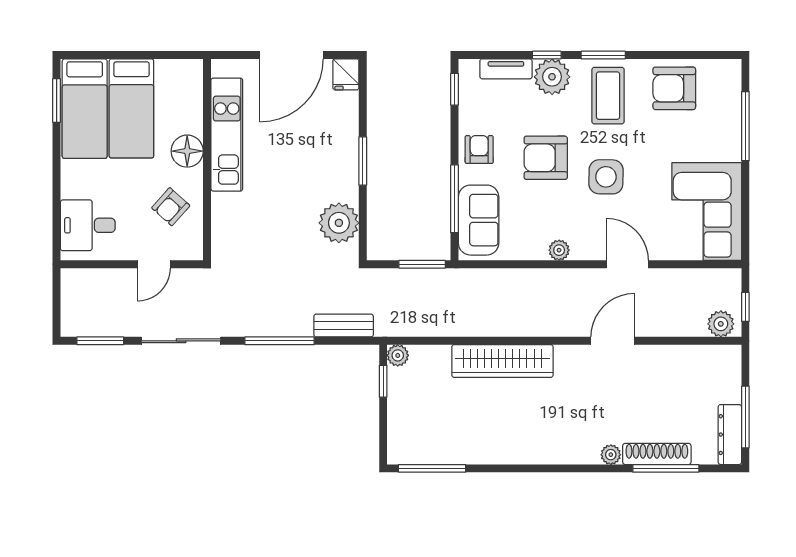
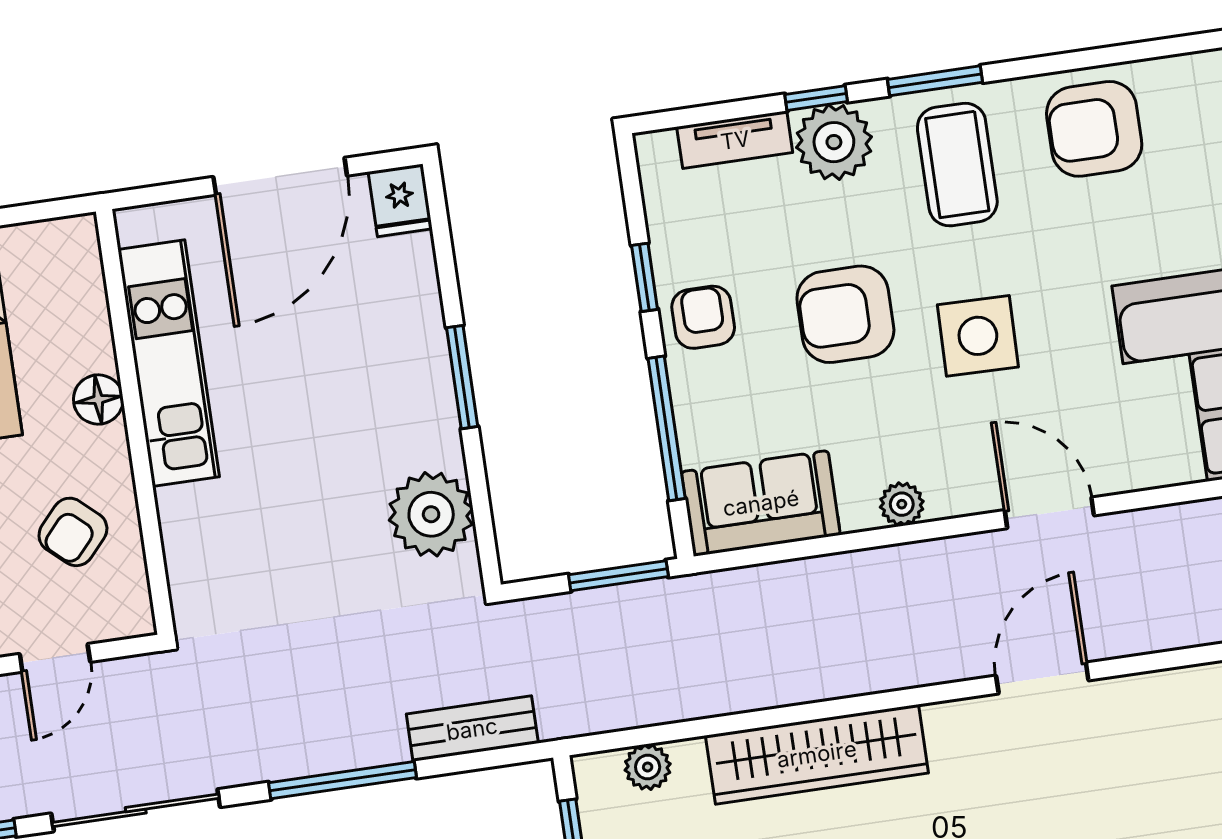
window: (455, 89) -> (645, 277), moved
floor lamp: (187, 151) -> (98, 400), width x0.73, depth x0.73
sofa: (479, 220) -> (761, 503), moved, turned -90
plant: (398, 355) -> (648, 767), moved

